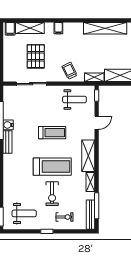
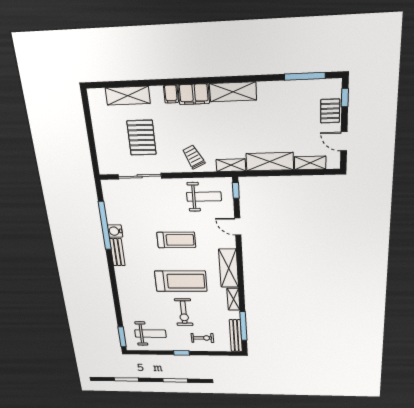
shelving: (105, 28) -> (233, 92), width x0.68
filing cabinet: (10, 29) -> (194, 94), moved, width x2.00
door: (97, 123) -> (238, 227), swing flipped

